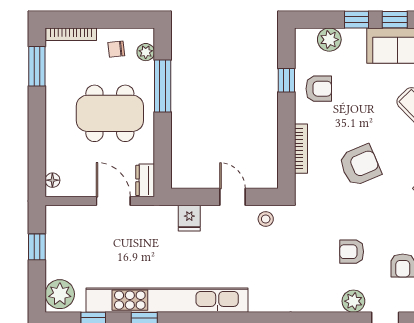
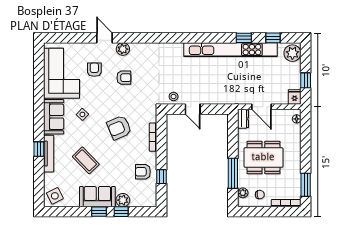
plant: (329, 40) -> (123, 200), moved
fridge: (189, 218) -> (295, 97), moved

